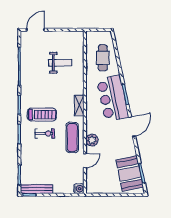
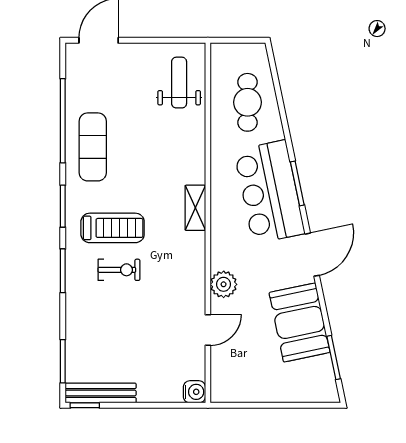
weight bench: (60, 63) -> (179, 83), moved, turned -90
exercise mat: (72, 137) -> (93, 147), moved
booth: (130, 173) -> (300, 322), moved

